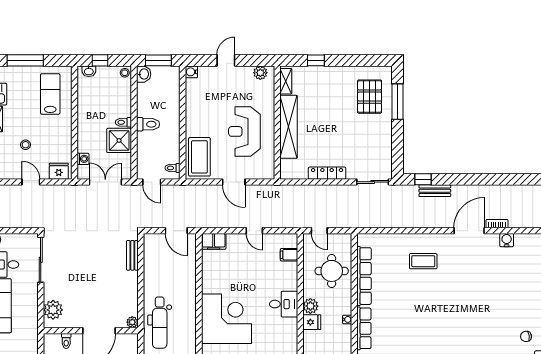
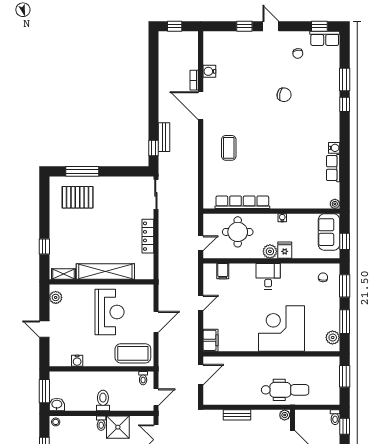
water cooler: (191, 72) -> (77, 361), moved
reception desk: (244, 131) -> (110, 312), turned -90
bench: (132, 255) -> (237, 415), moved
chair: (481, 321) -> (284, 95), added
row of seats: (364, 328) -> (290, 202), removed

